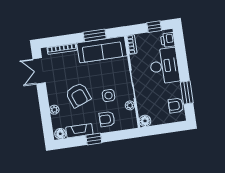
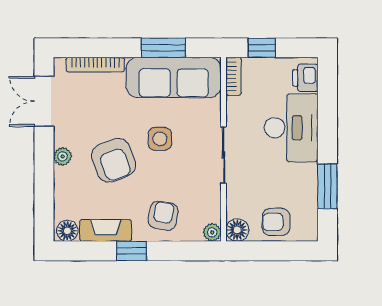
window: (154, 27) -> (262, 48), moved
side table: (109, 96) -> (160, 139), moved
plant: (130, 105) -> (212, 232), moved
armchair: (176, 106) -> (276, 222), moved
plant: (54, 110) -> (63, 156), moved
armchair: (107, 119) -> (163, 216), turned 101

